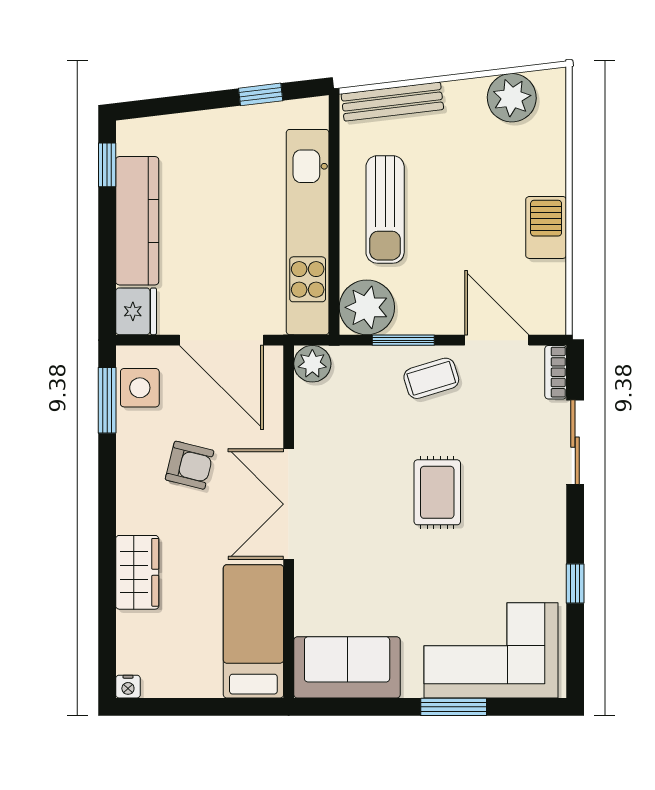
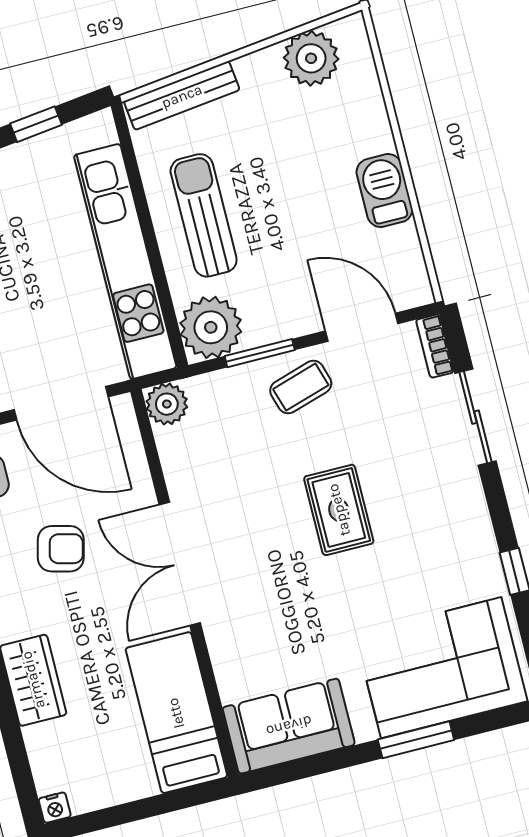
sun lounger: (385, 209) -> (204, 215), turned 180

